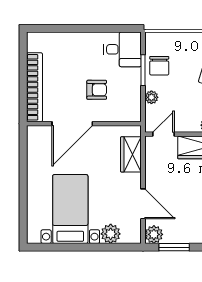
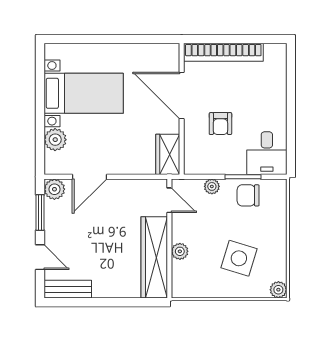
wardrobe: (131, 154) -> (168, 154), moved, turned -90

